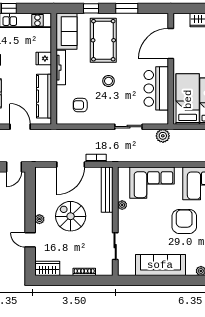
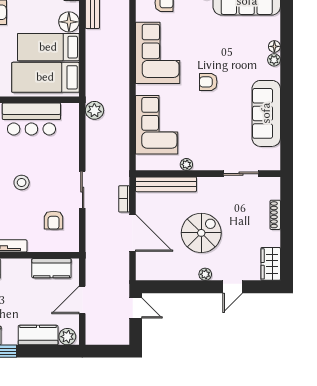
kitchen counter: (44, 96) -> (51, 268), width x0.67
sliding door: (128, 127) -> (82, 190), moved
spiral stairs: (71, 216) -> (201, 233), turned 180
armchair: (184, 221) -> (208, 82), width x0.53, depth x0.53

